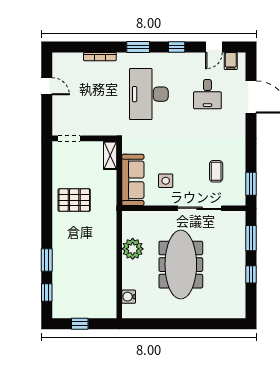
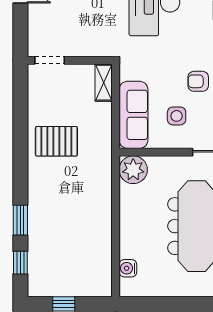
armchair: (182, 154) -> (198, 81), added
plant: (133, 249) -> (133, 170), moved

